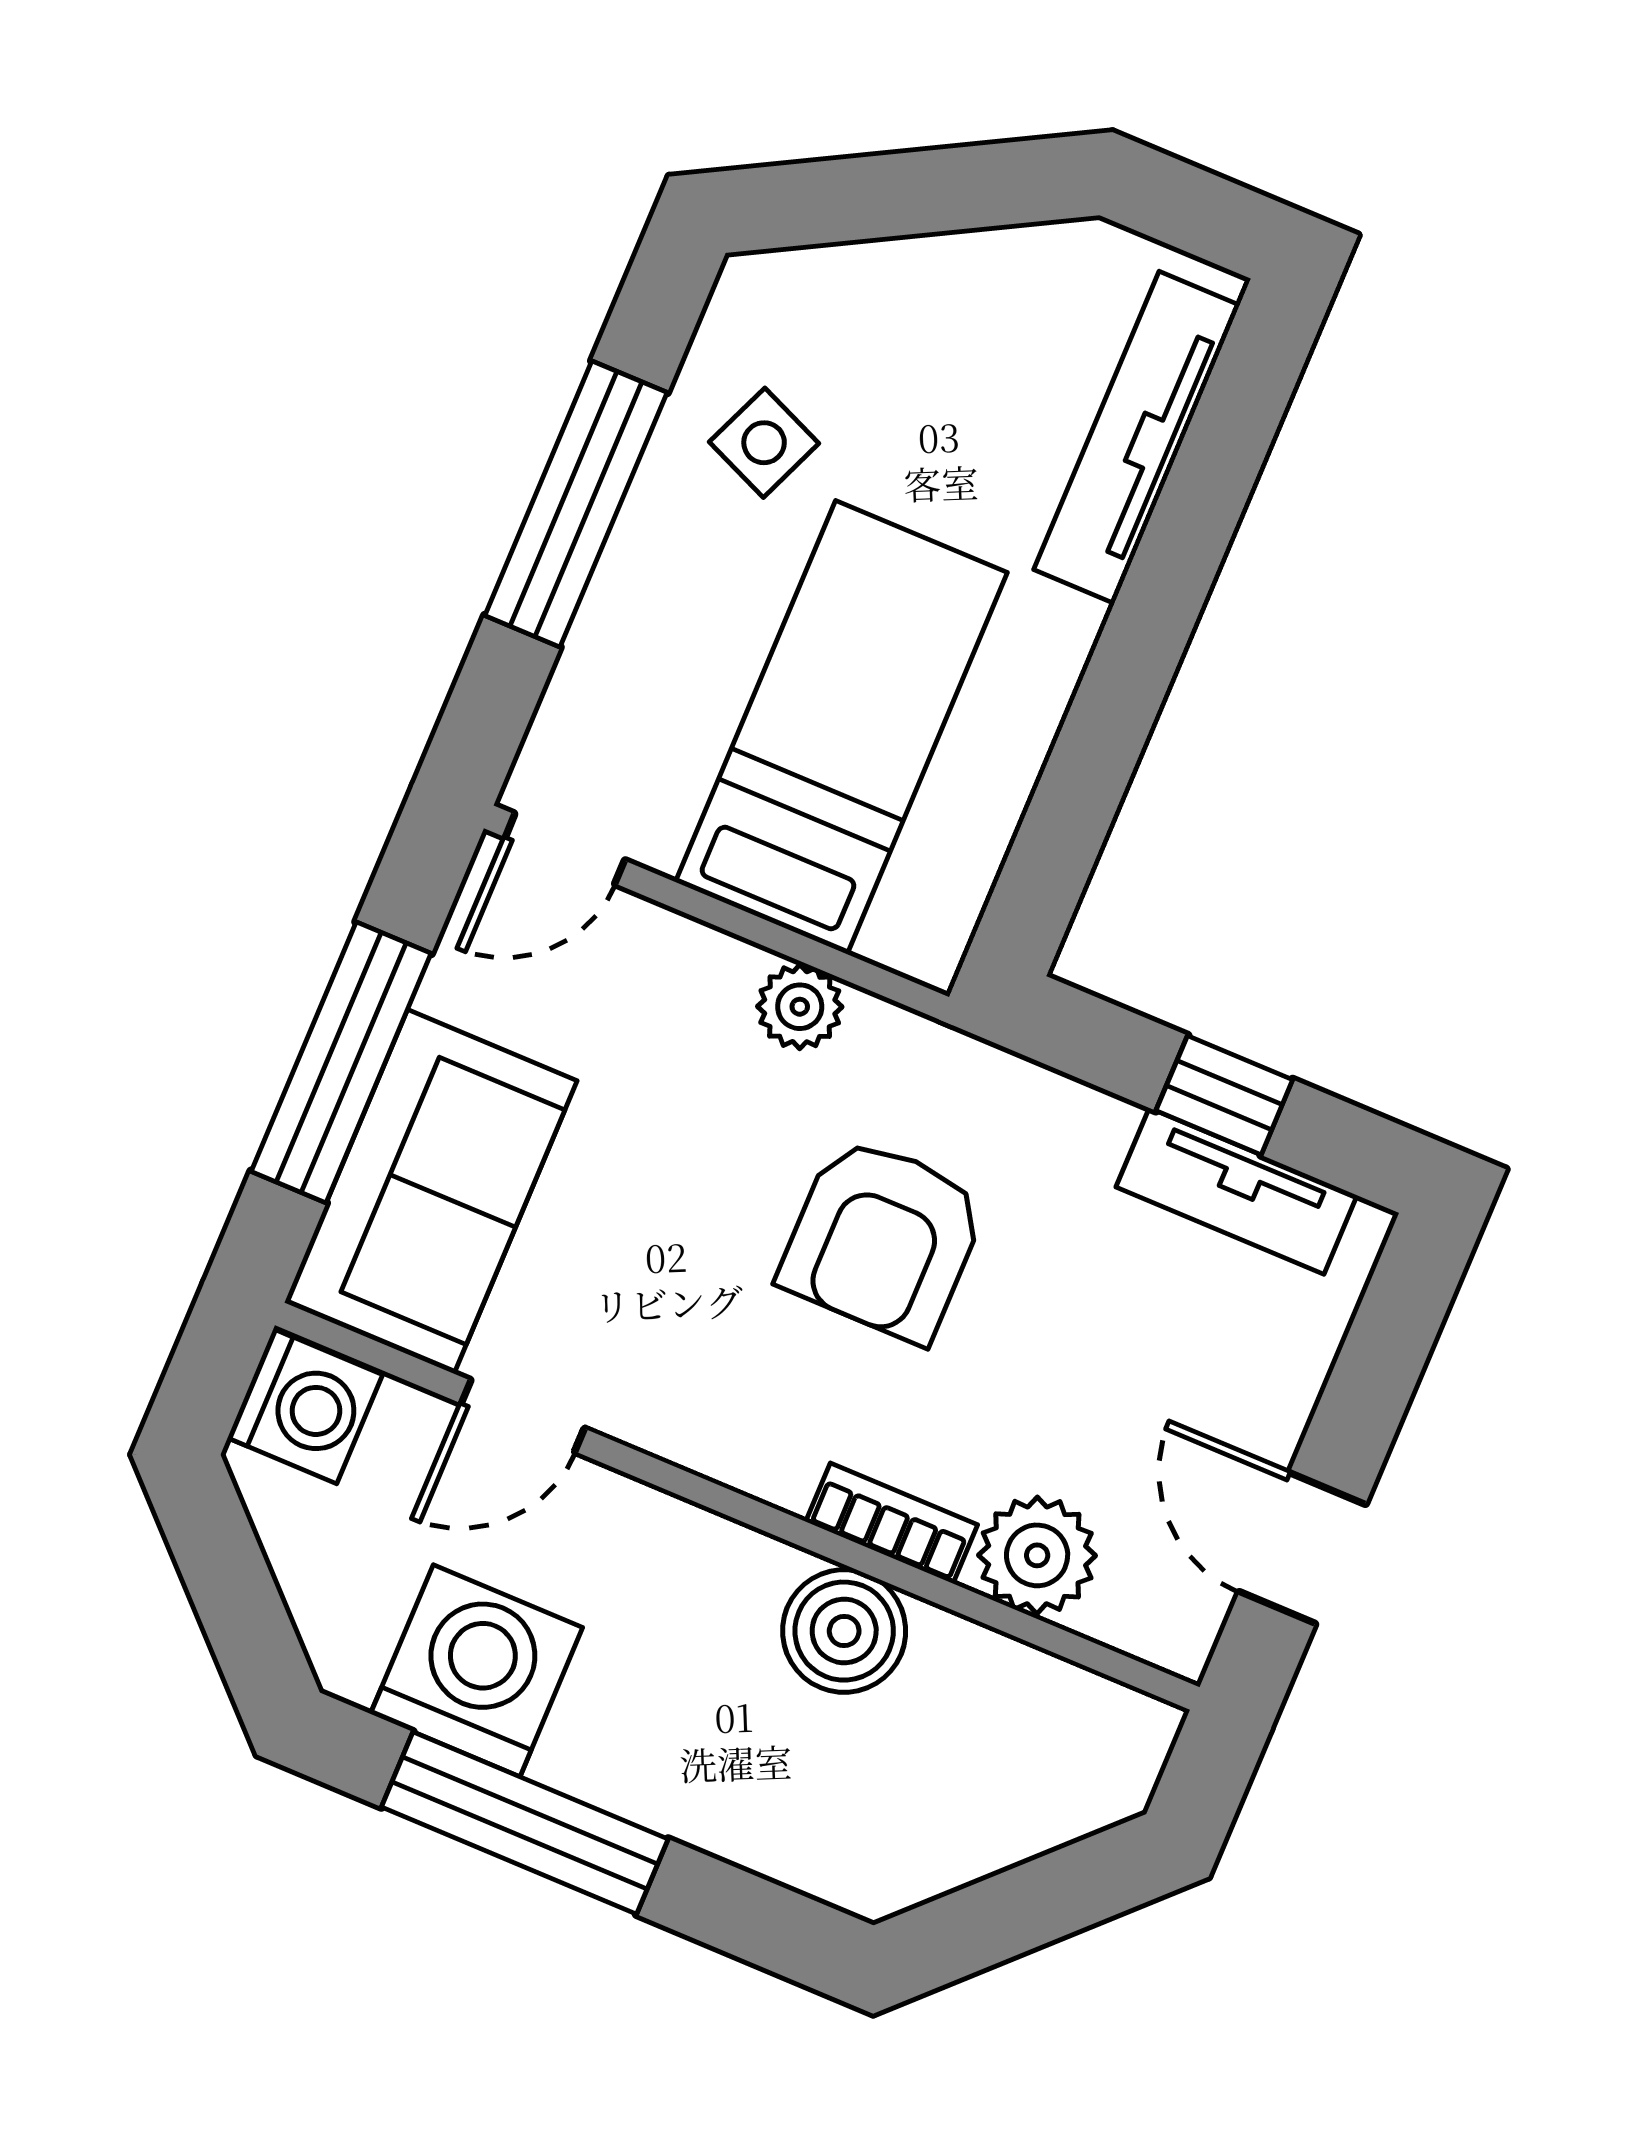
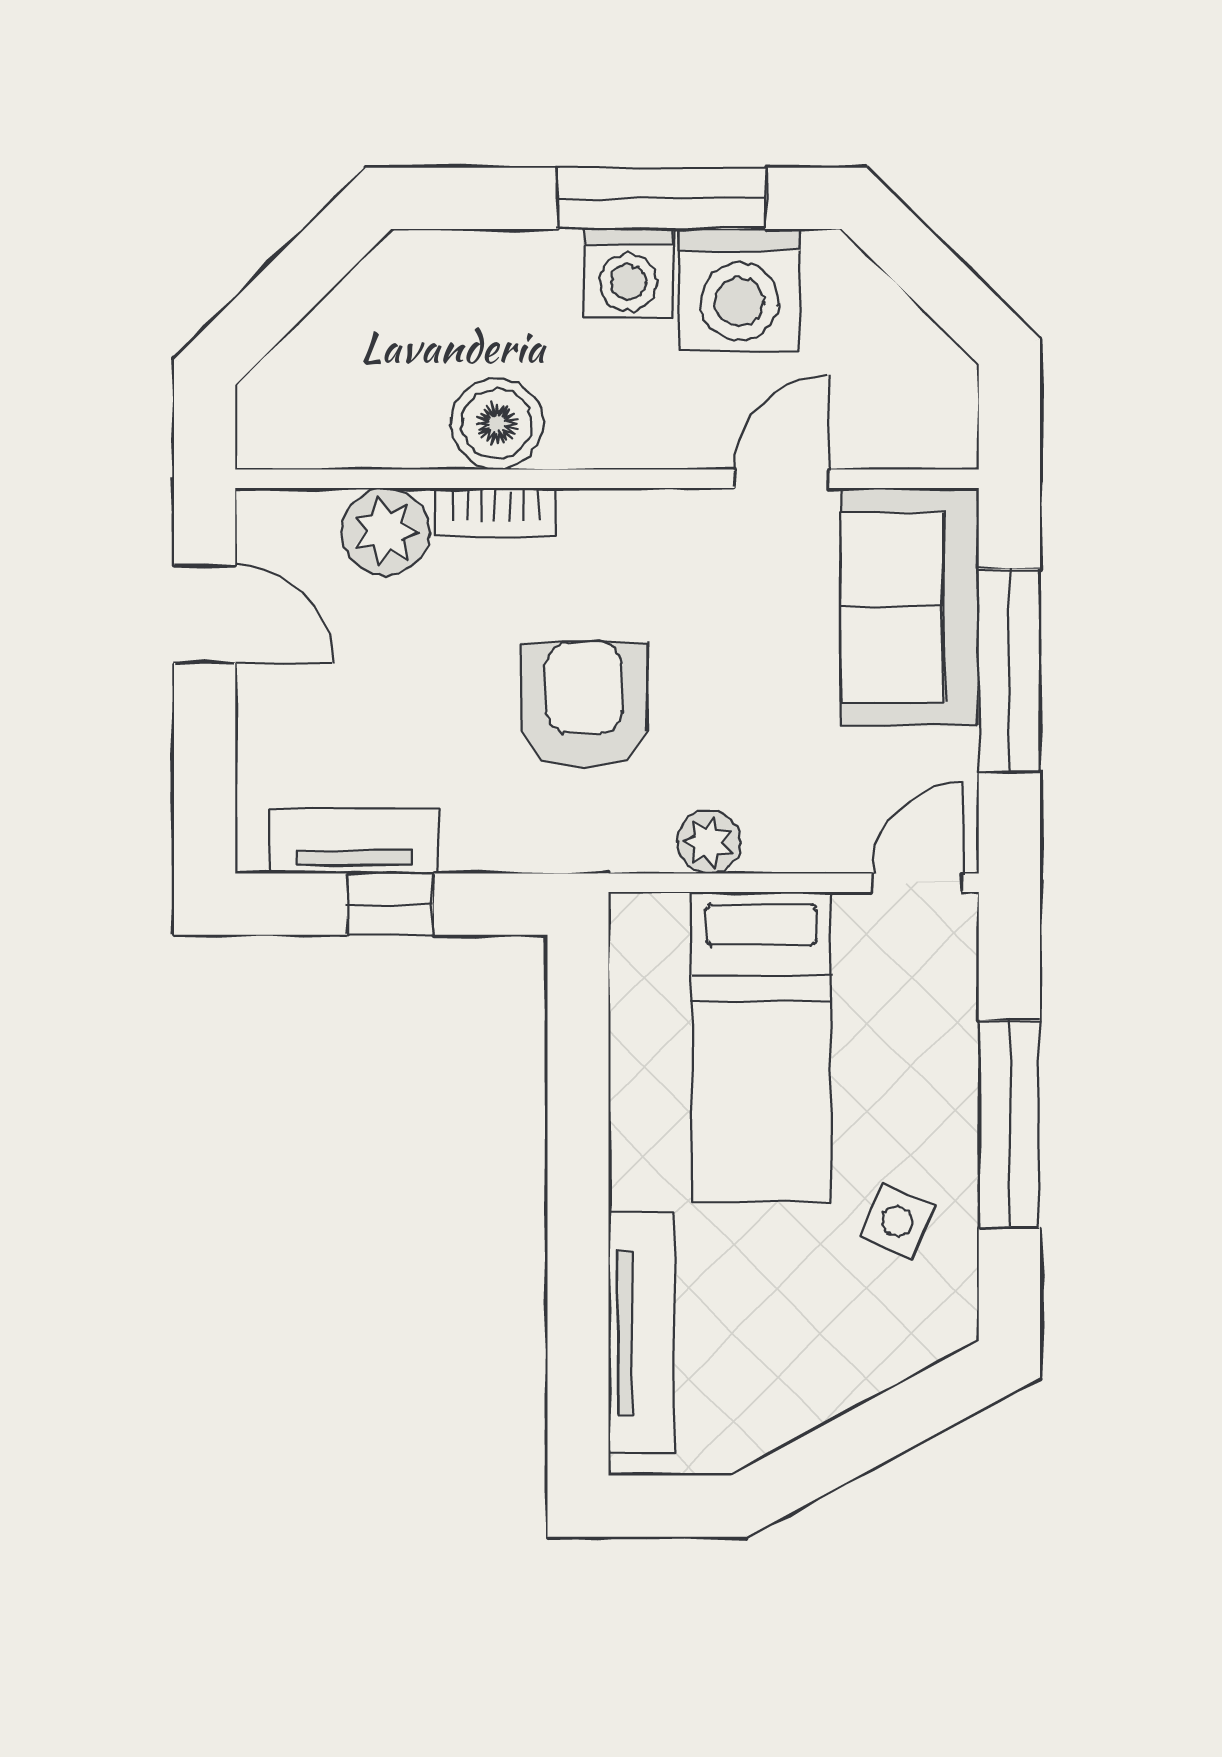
washing machine: (305, 1406) -> (628, 273), moved, turned -90

